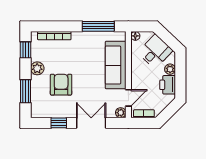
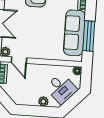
sofa: (116, 65) -> (74, 33), moved, turned -90
printer: (168, 85) -> (29, 98), removed

